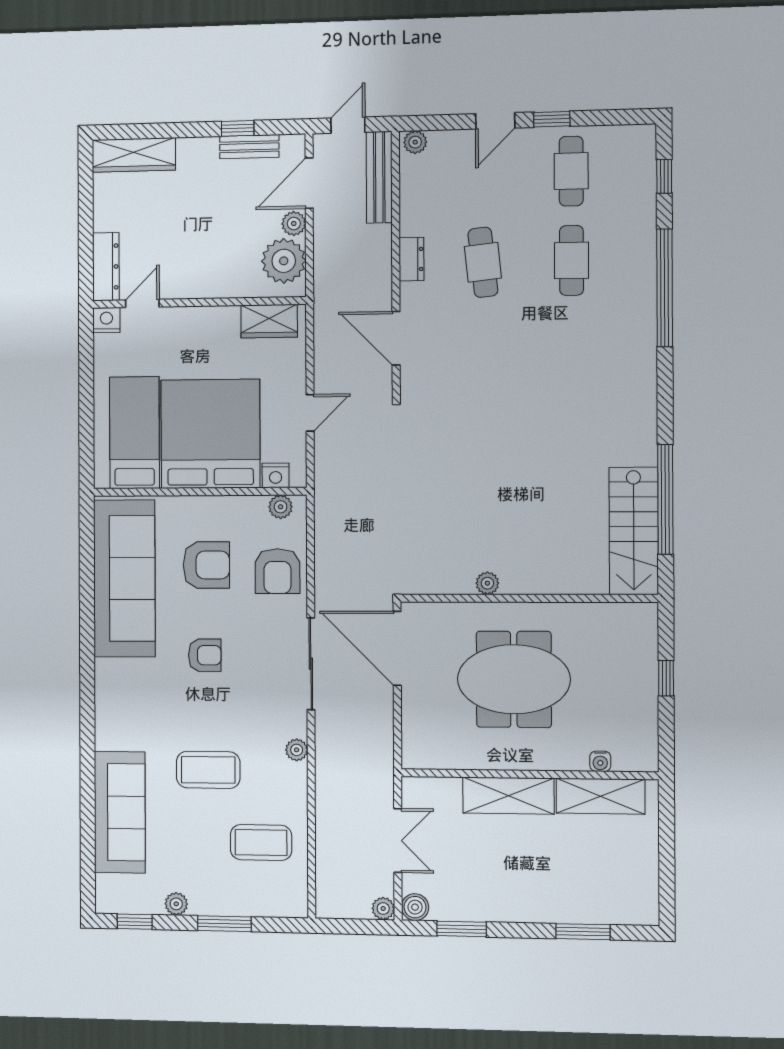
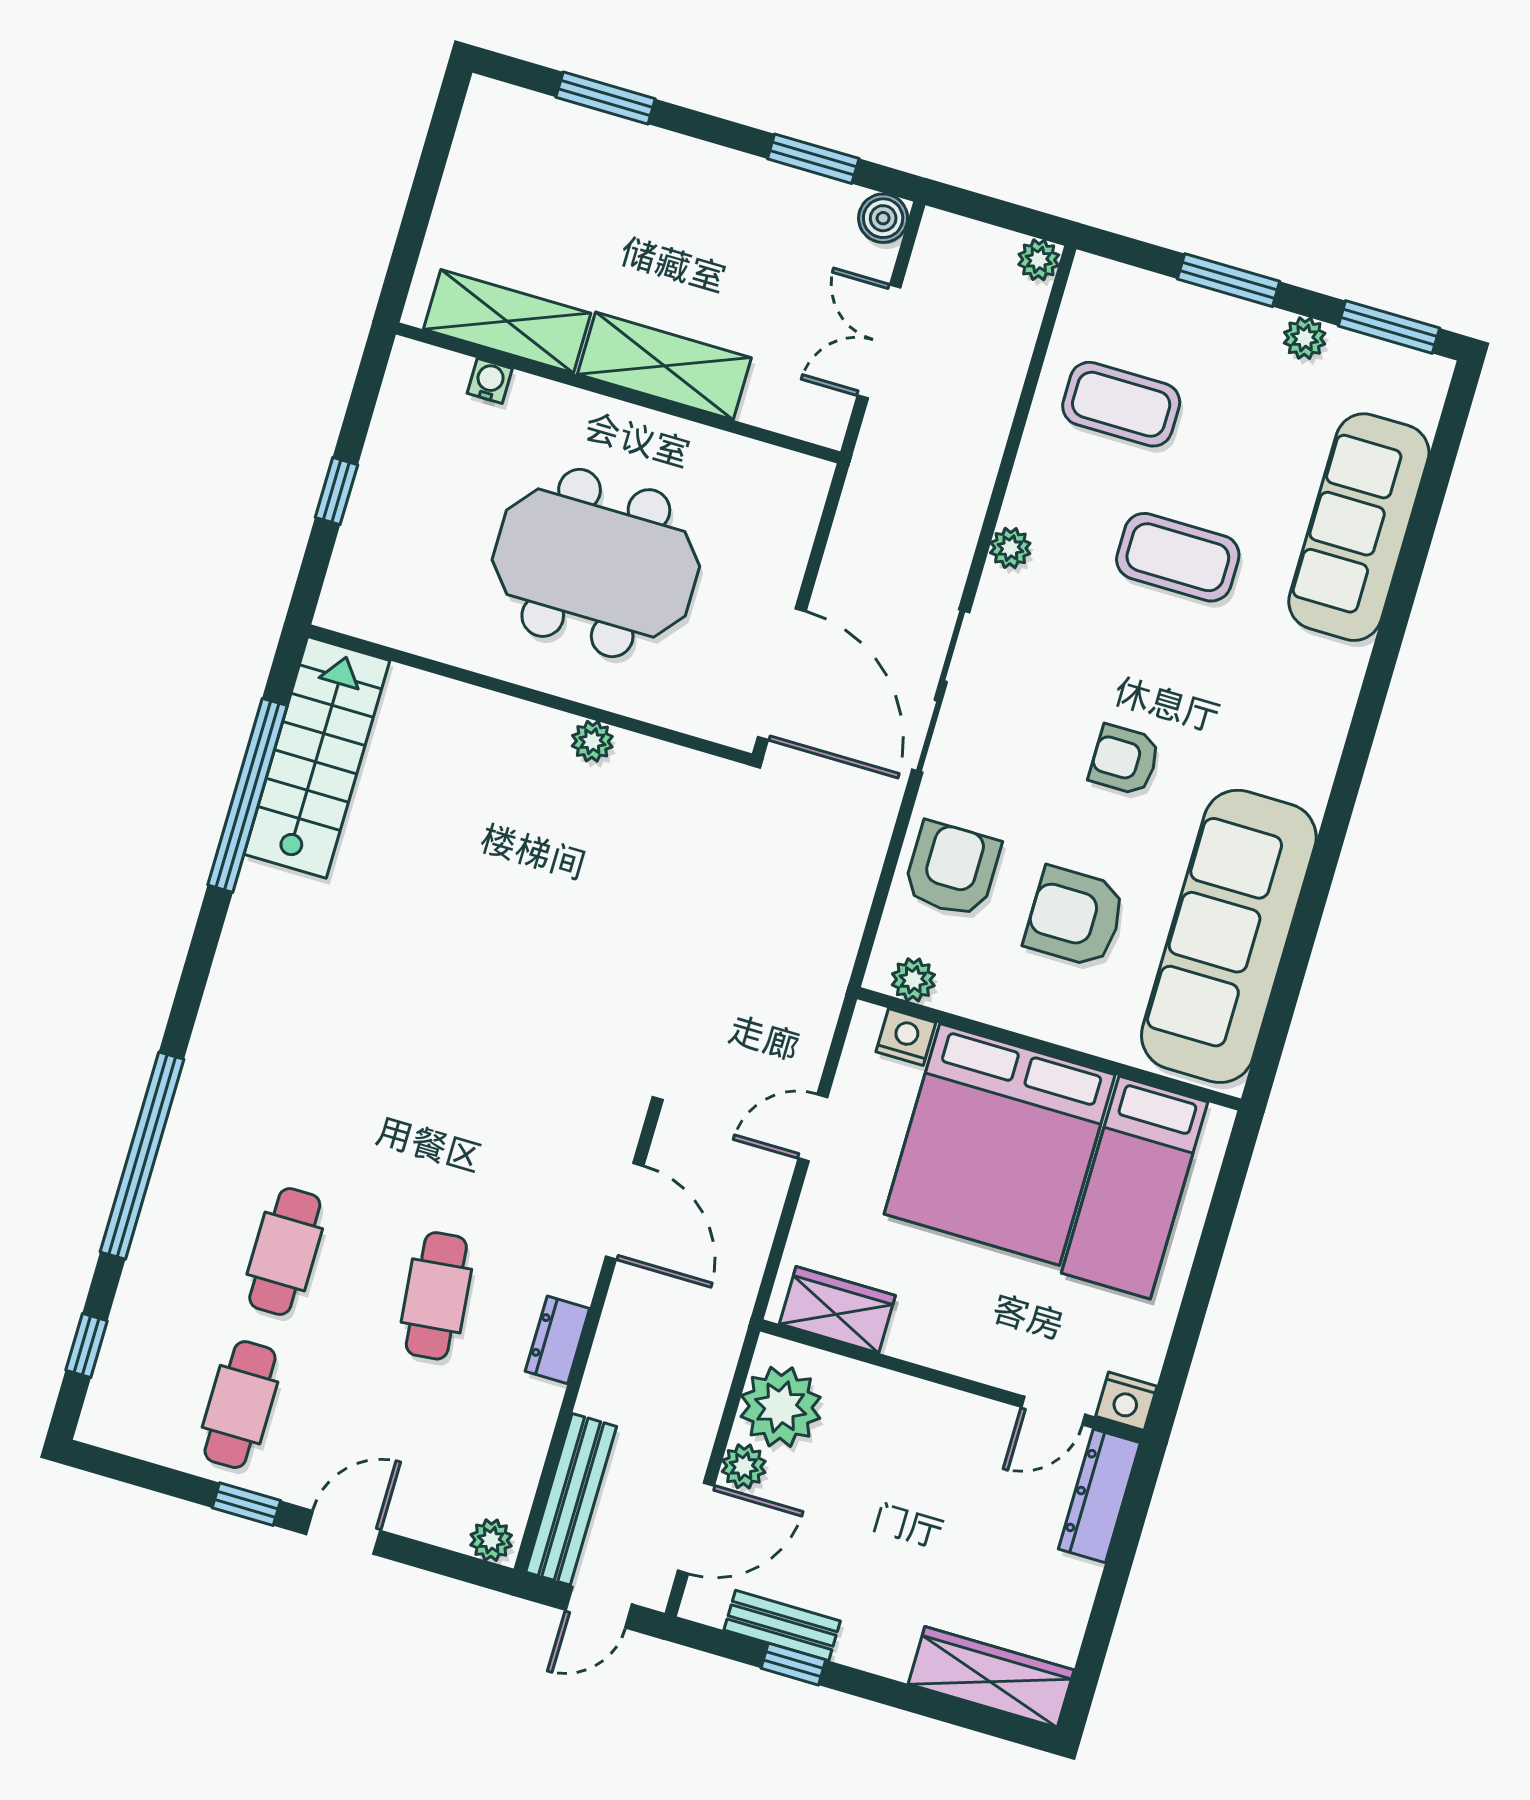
plant: (383, 909) -> (1039, 260), moved
window: (135, 922) -> (1389, 327), width x1.50

